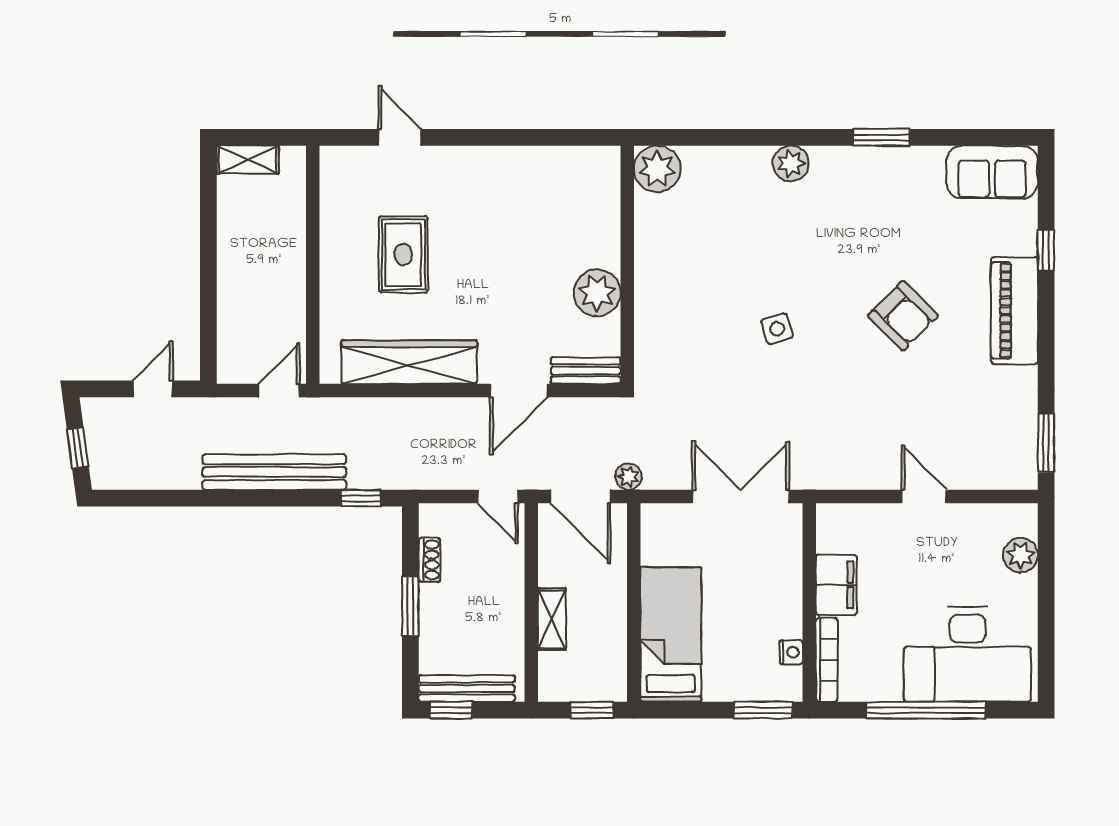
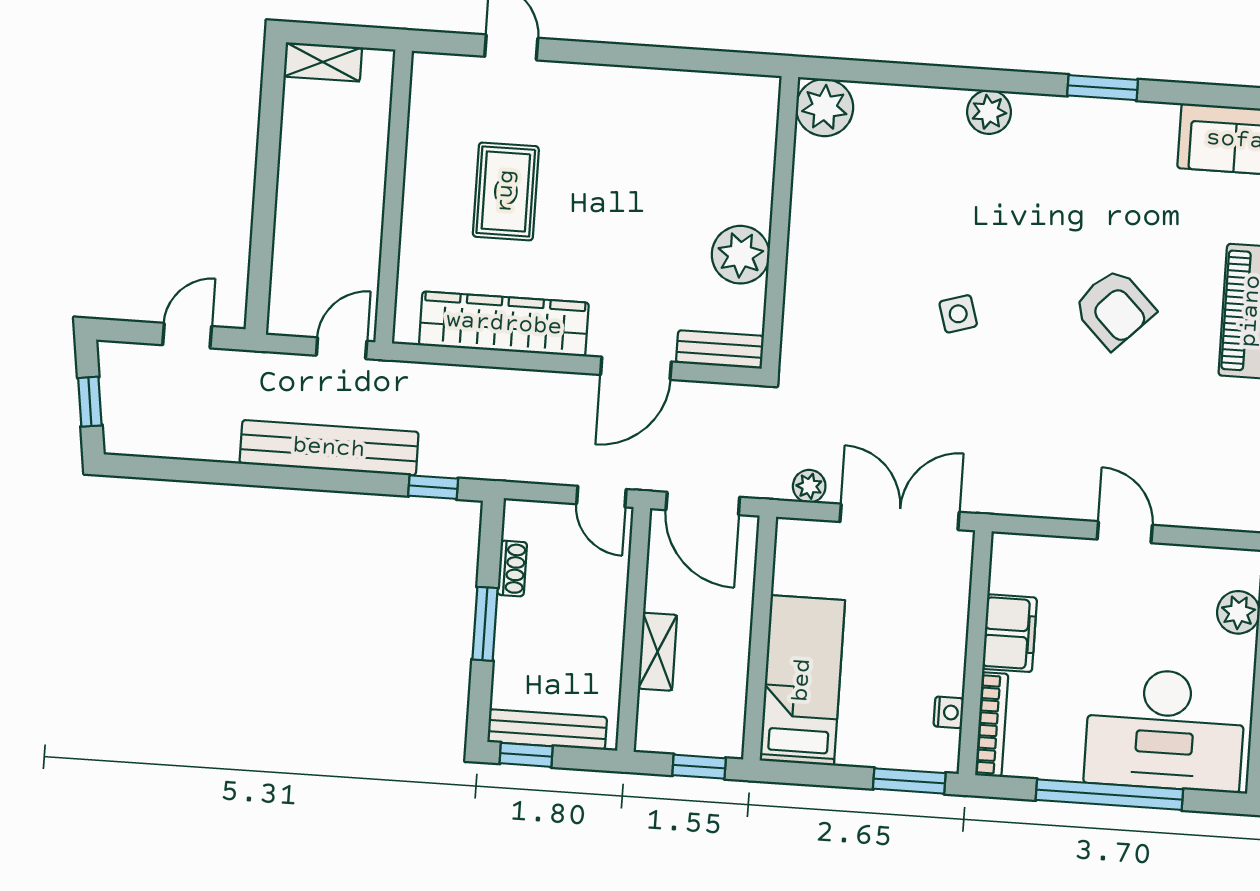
plant: (628, 477) -> (809, 486), moved

